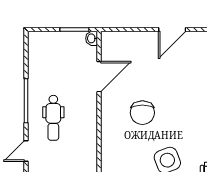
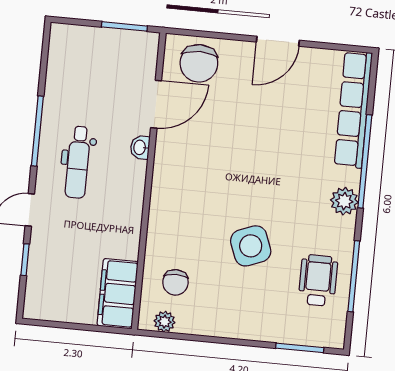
washbasin: (92, 38) -> (140, 147), moved
chair: (142, 113) -> (199, 63), moved

